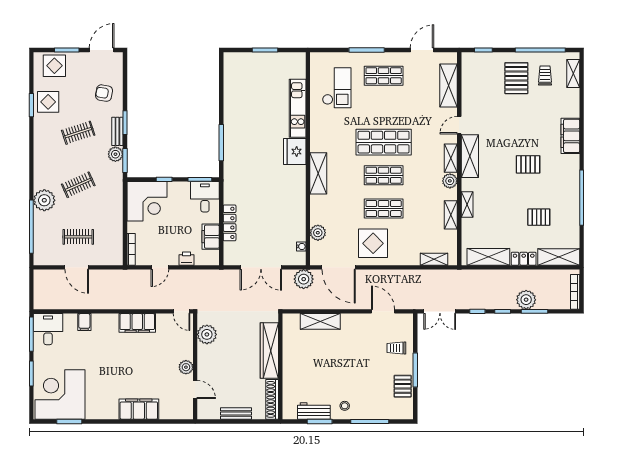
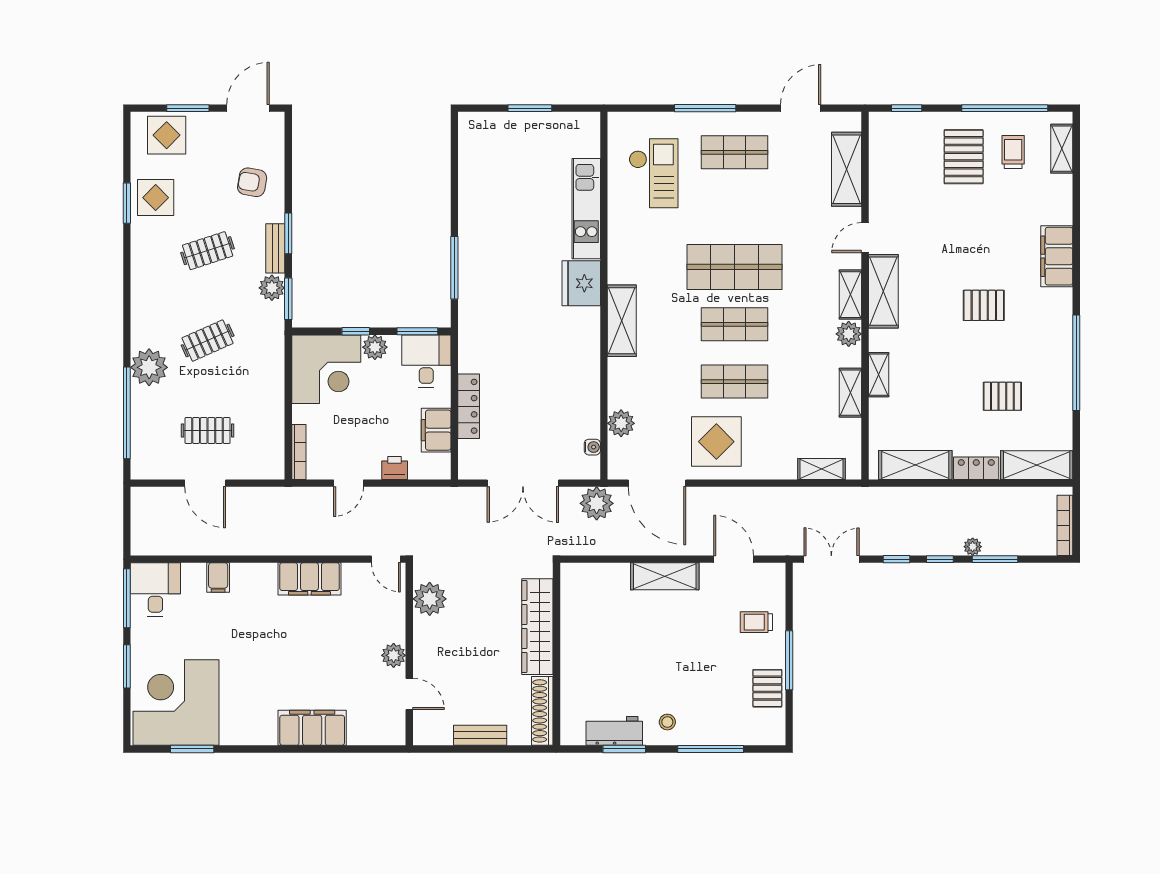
plant: (175, 189) -> (375, 347), added
plant: (526, 300) -> (973, 547), width x0.53, depth x0.53
double door: (440, 311) -> (831, 559), swing flipped
shelving: (320, 321) -> (665, 576), moved

